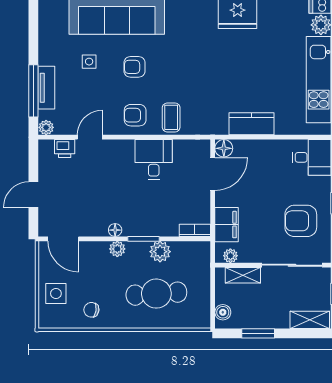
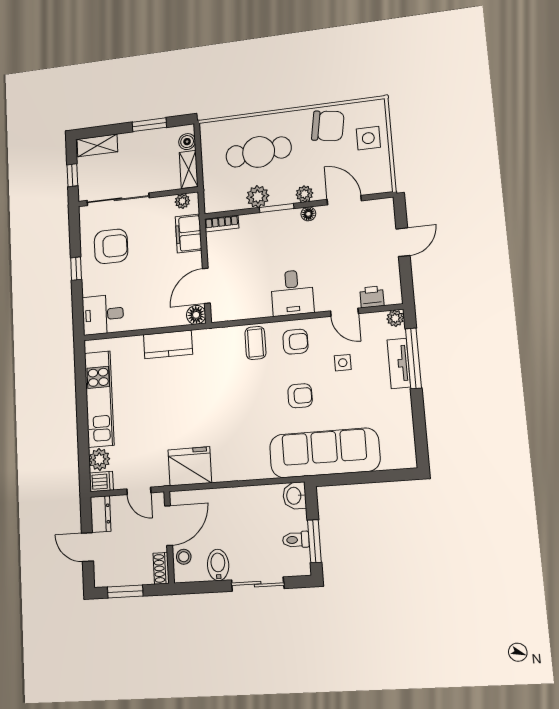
side table: (89, 62) -> (343, 363), moved
door: (90, 137) -> (344, 312), hinge flipped
desk: (154, 159) -> (292, 293), moved
door: (63, 239) -> (344, 200), moved
shelving: (243, 275) -> (189, 169), moved, turned 90
chair: (91, 310) -> (328, 126), width x1.87, depth x1.87

